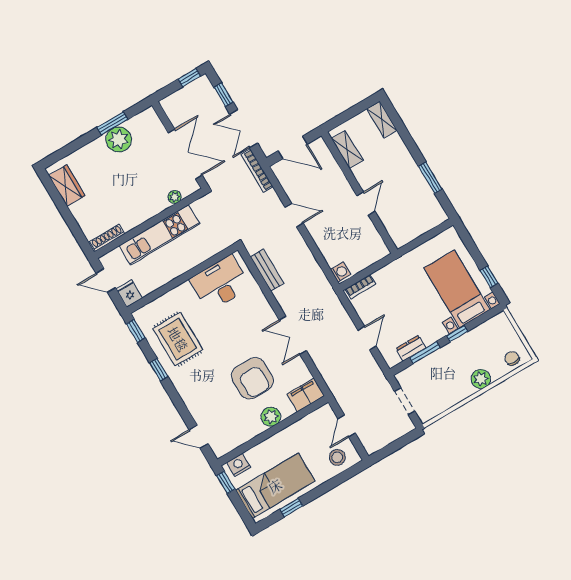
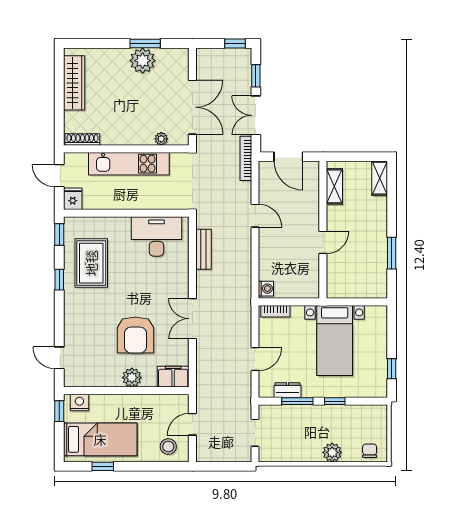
wardrobe: (67, 186) -> (74, 83), width x1.50
bed with nightstands: (457, 289) -> (335, 340), moved, turned 180

